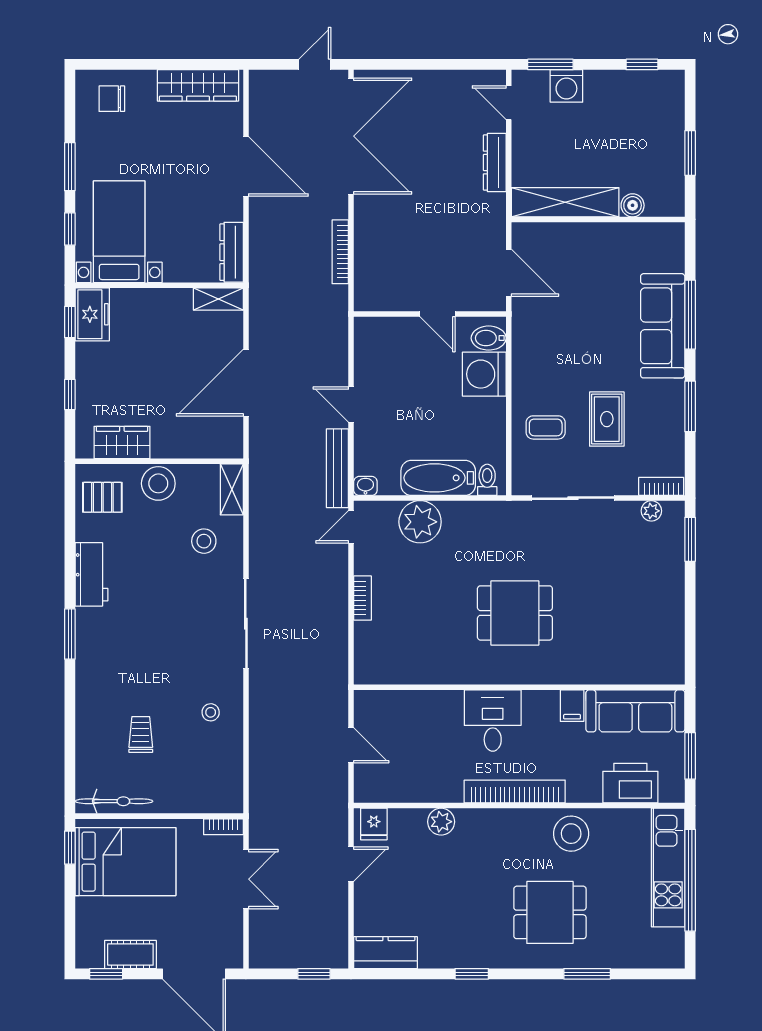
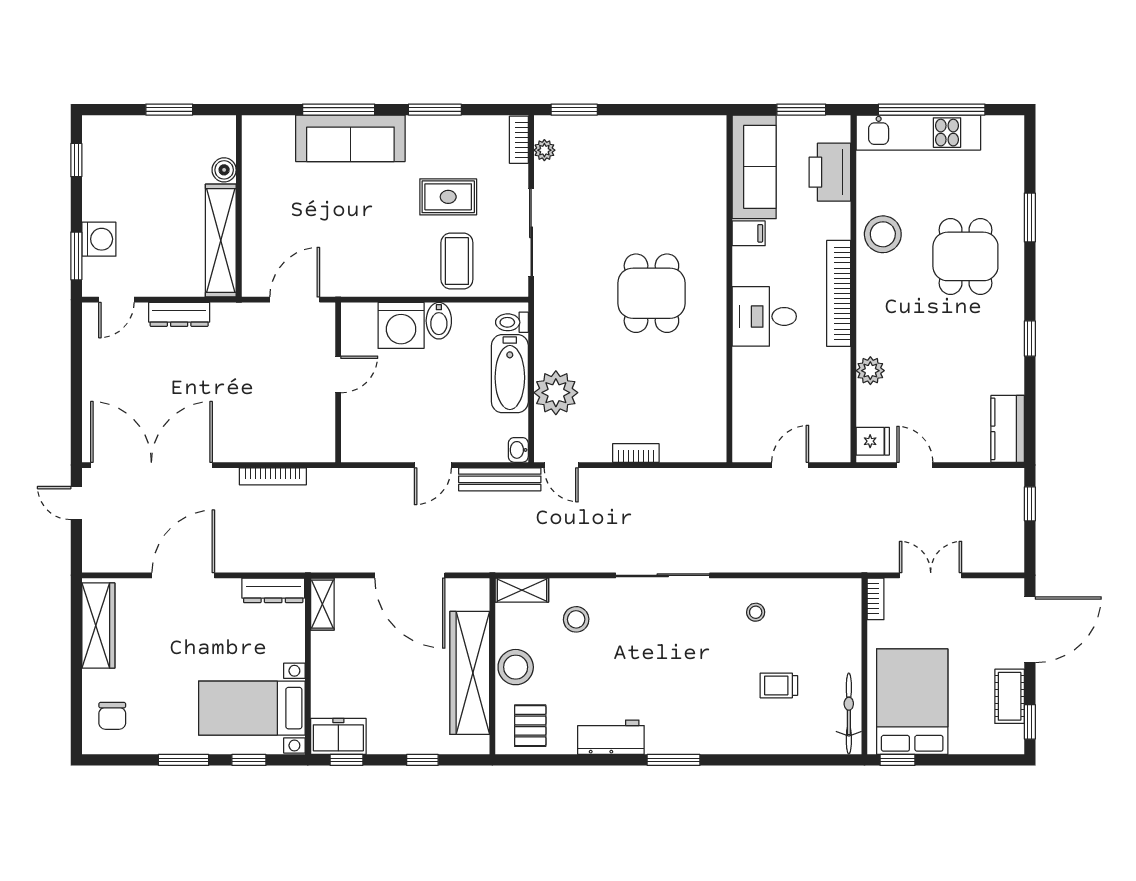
bidet: (489, 338) -> (439, 321), moved
coffee table: (546, 427) -> (457, 261), width x1.36, depth x1.30
wardrobe: (122, 442) -> (470, 673), width x2.10, depth x1.17

